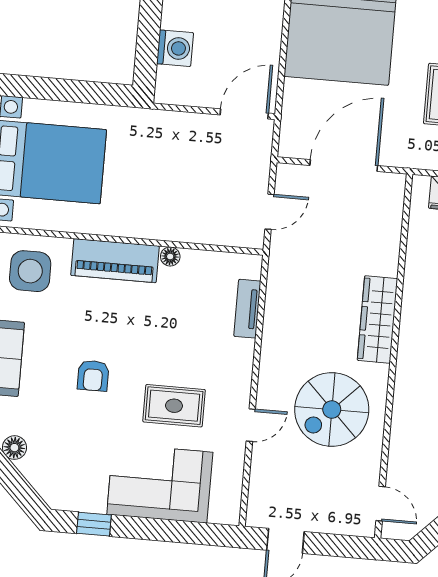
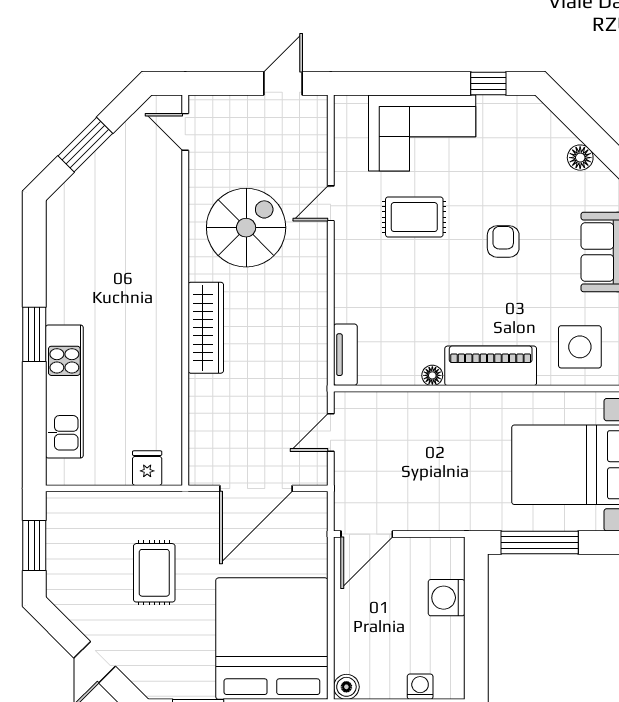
window: (84, 92) -> (540, 543), added
tv unit: (247, 309) -> (345, 355), moved

